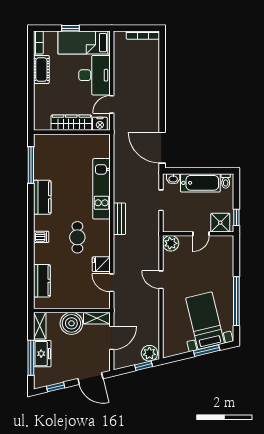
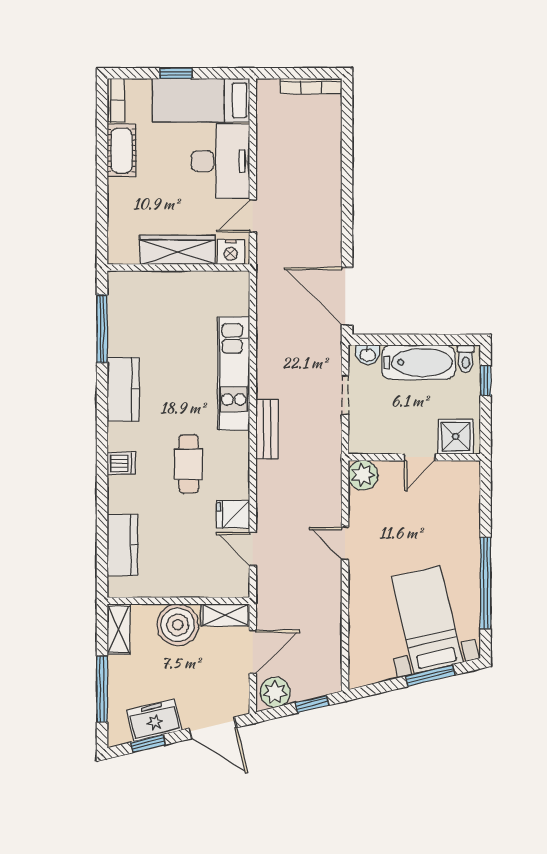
window: (236, 217) -> (486, 381), moved
plant: (149, 353) -> (275, 692), moved
freezer: (42, 354) -> (154, 720), moved, turned -104

